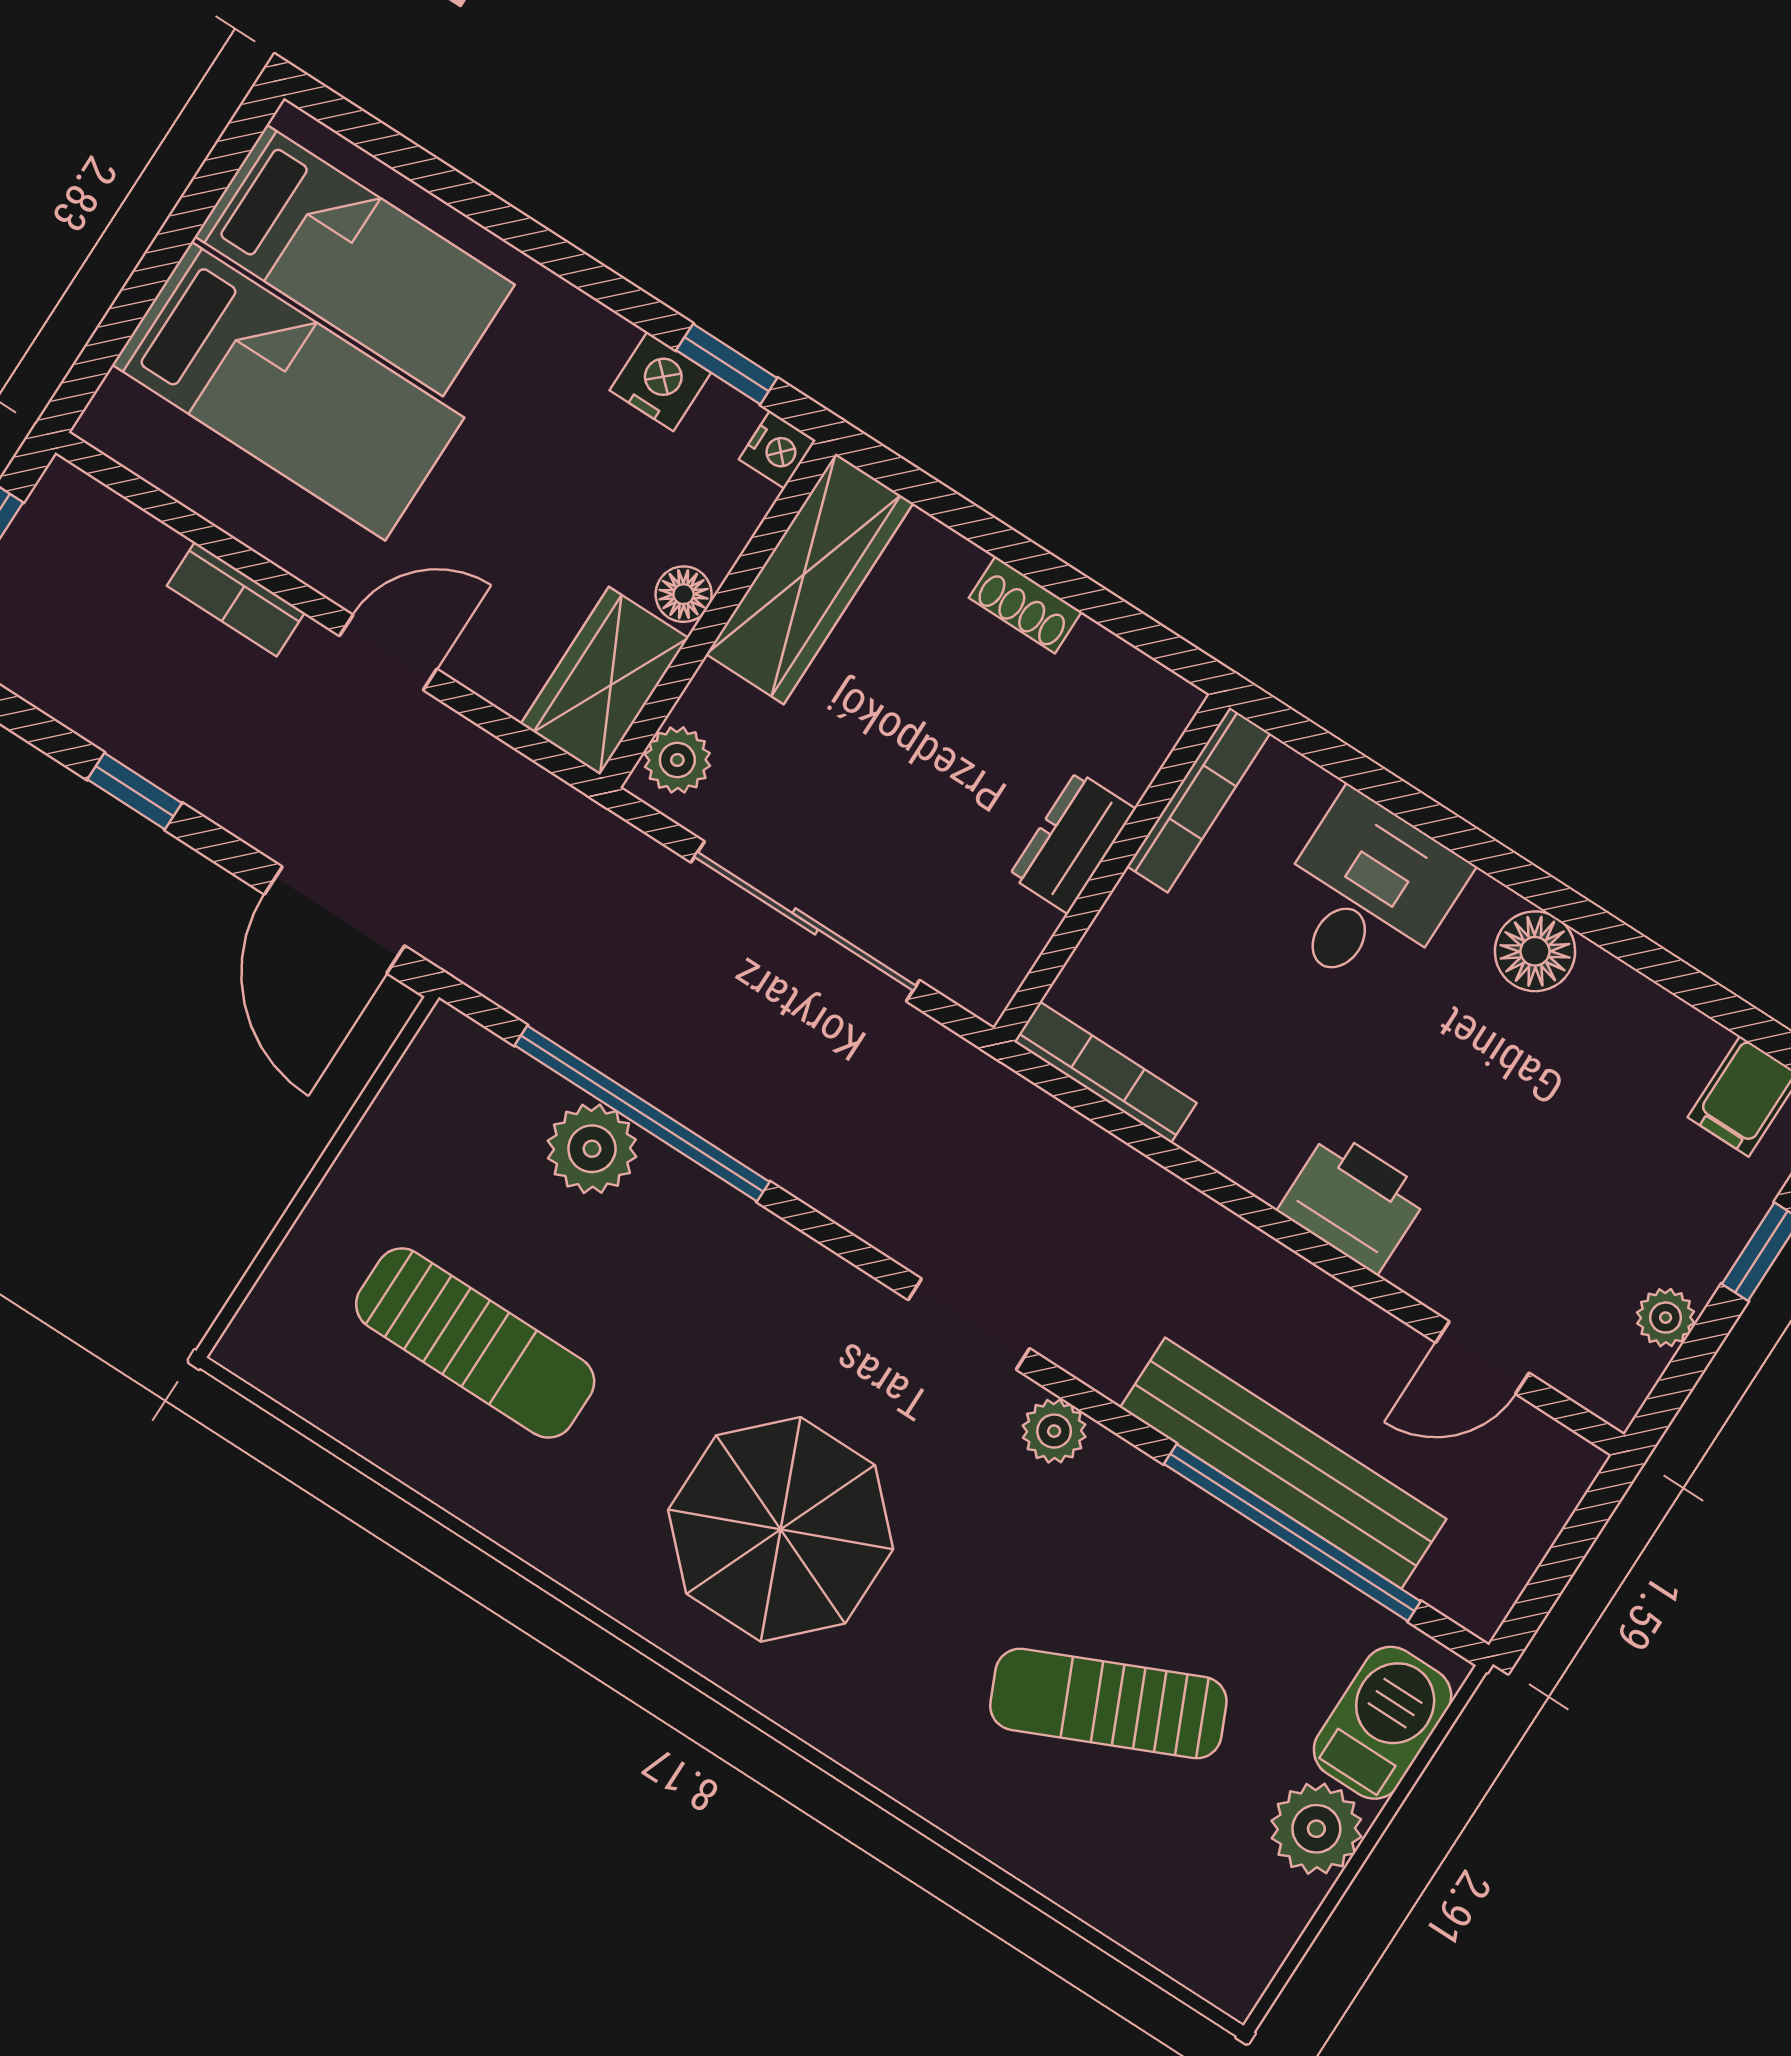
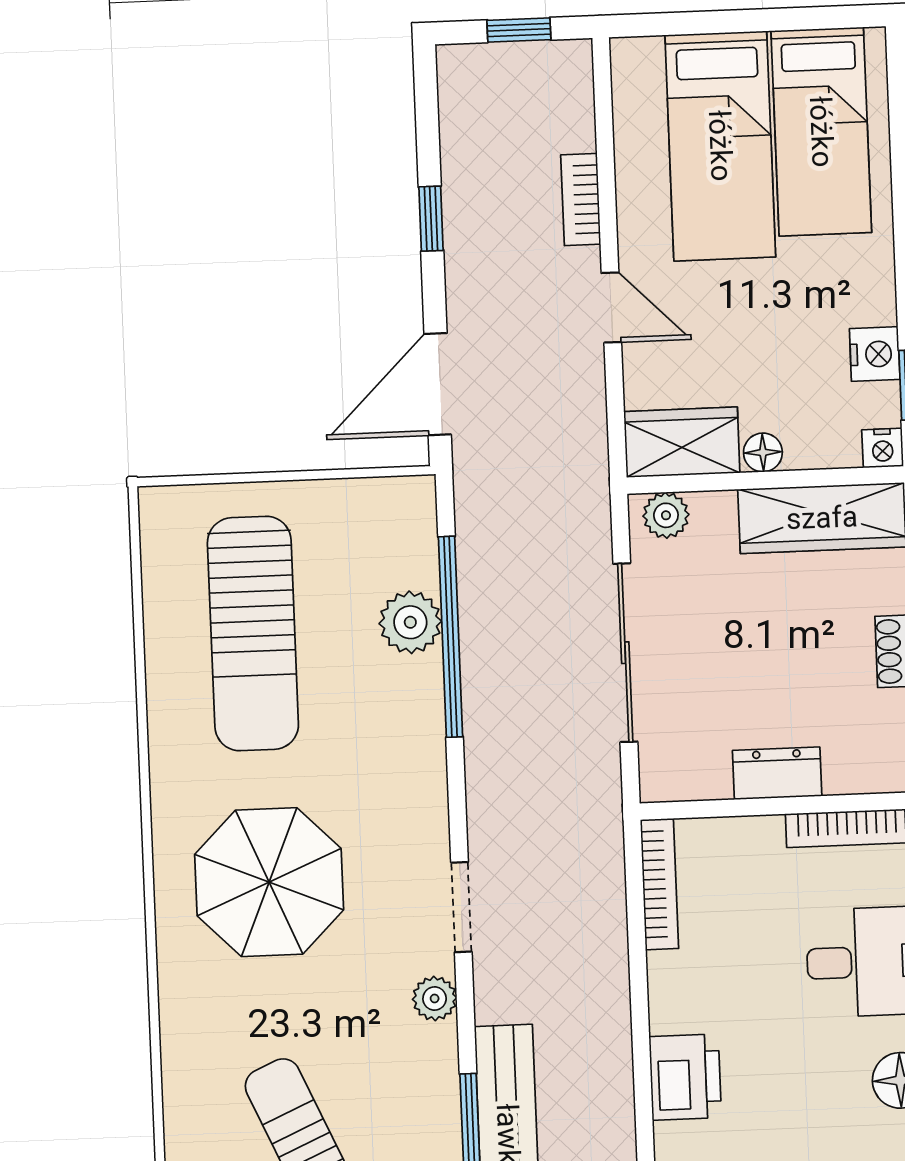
sun lounger: (475, 1343) -> (253, 634), width x1.36, depth x1.34

